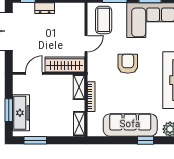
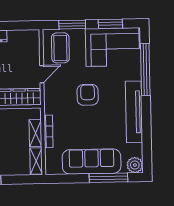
shelving: (79, 87) -> (35, 133), moved
window: (146, 140) -> (109, 178), width x2.17

